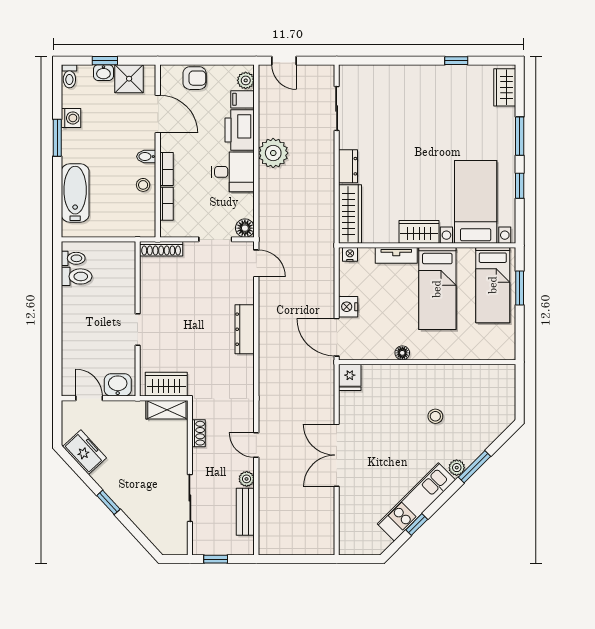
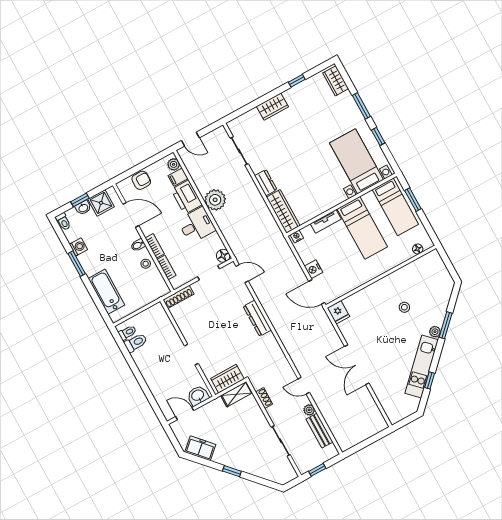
wardrobe: (419, 232) -> (272, 107), moved, turned 180
floor lamp: (402, 353) -> (418, 249), moved

